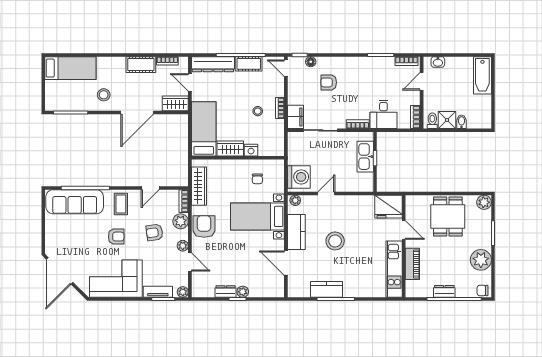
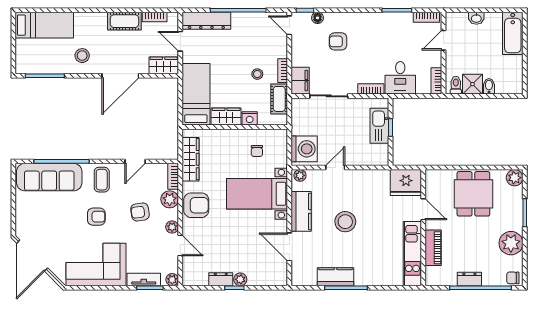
washbasin: (438, 62) -> (476, 18), moved
cot: (249, 64) -> (279, 99), moved, turned 90
armchair: (204, 227) -> (196, 205), turned 90

